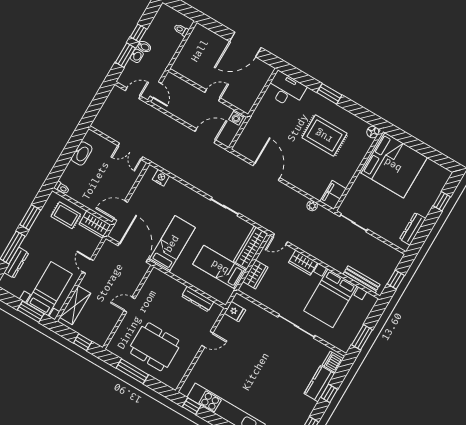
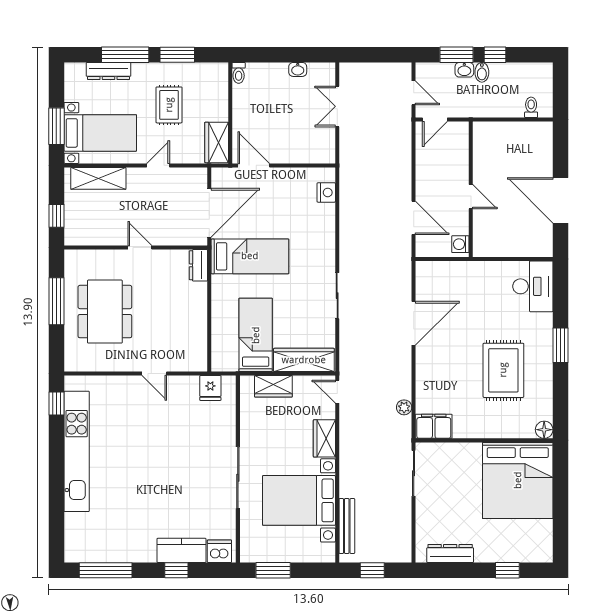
double door: (130, 151) -> (337, 106), moved
washbasin: (82, 153) -> (298, 69), width x0.52, depth x0.69
rug: (66, 215) -> (169, 105), moved
dresser: (198, 299) -> (198, 265), moved, width x0.70

